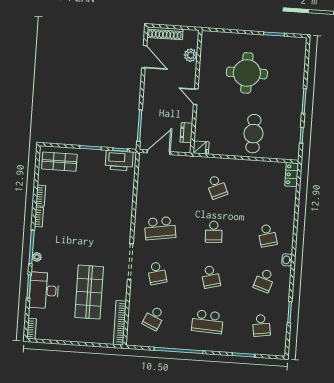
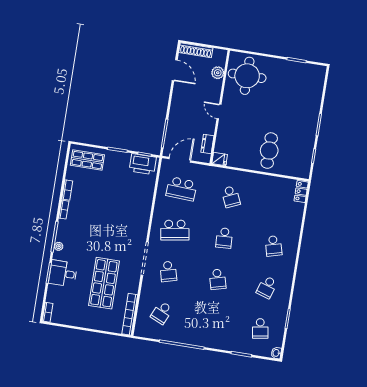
round table: (247, 73) -> (247, 76), moved
washbasin: (287, 260) -> (276, 353), moved
desk: (44, 290) -> (63, 273), width x0.73
school desk: (208, 322) -> (181, 189), moved

